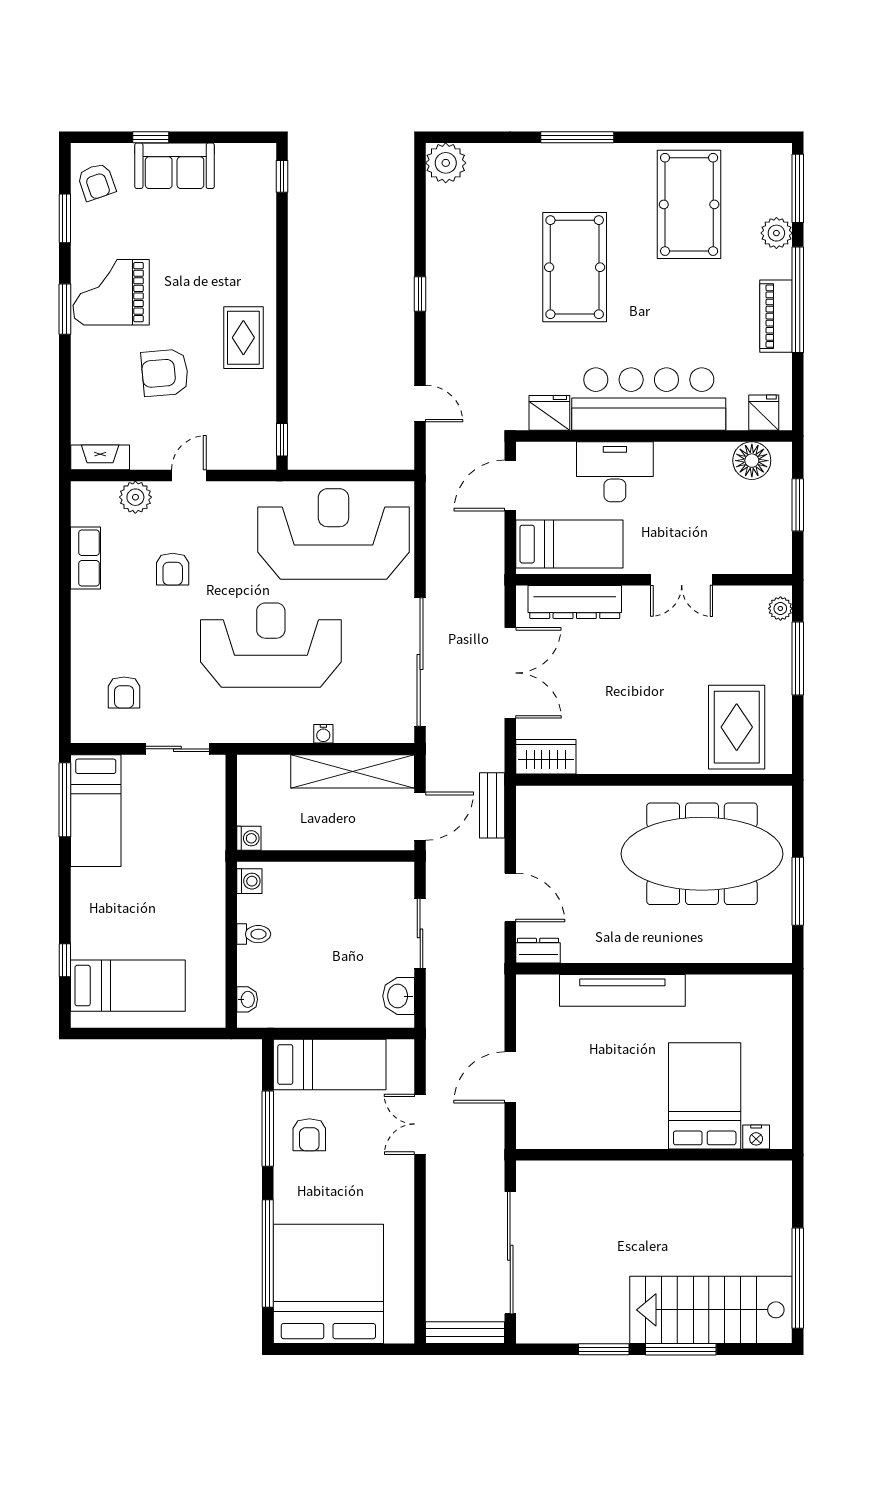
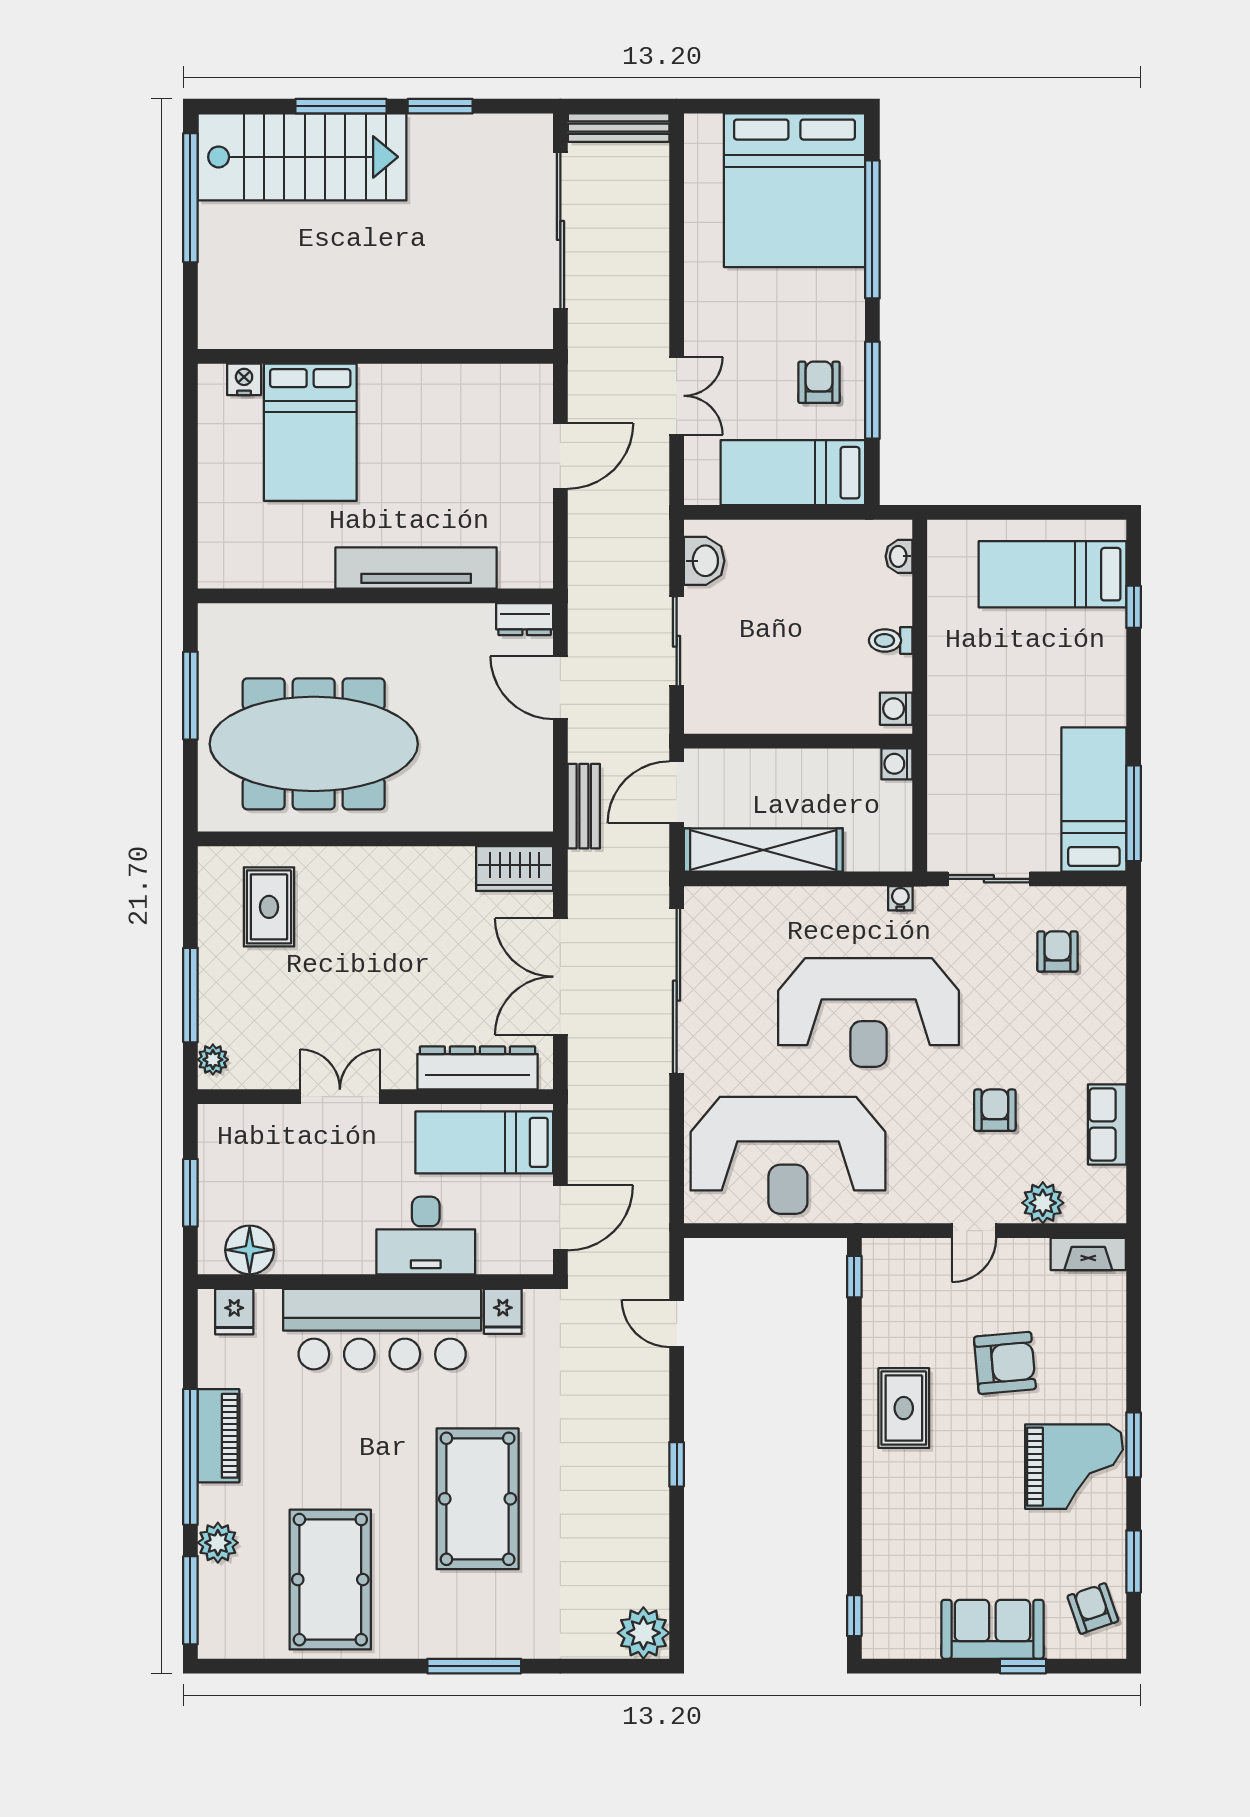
fridge: (549, 413) -> (503, 1311), width x0.72
rug: (737, 727) -> (269, 907), width x0.73, depth x0.70
water cooler: (323, 734) -> (900, 898), moved

